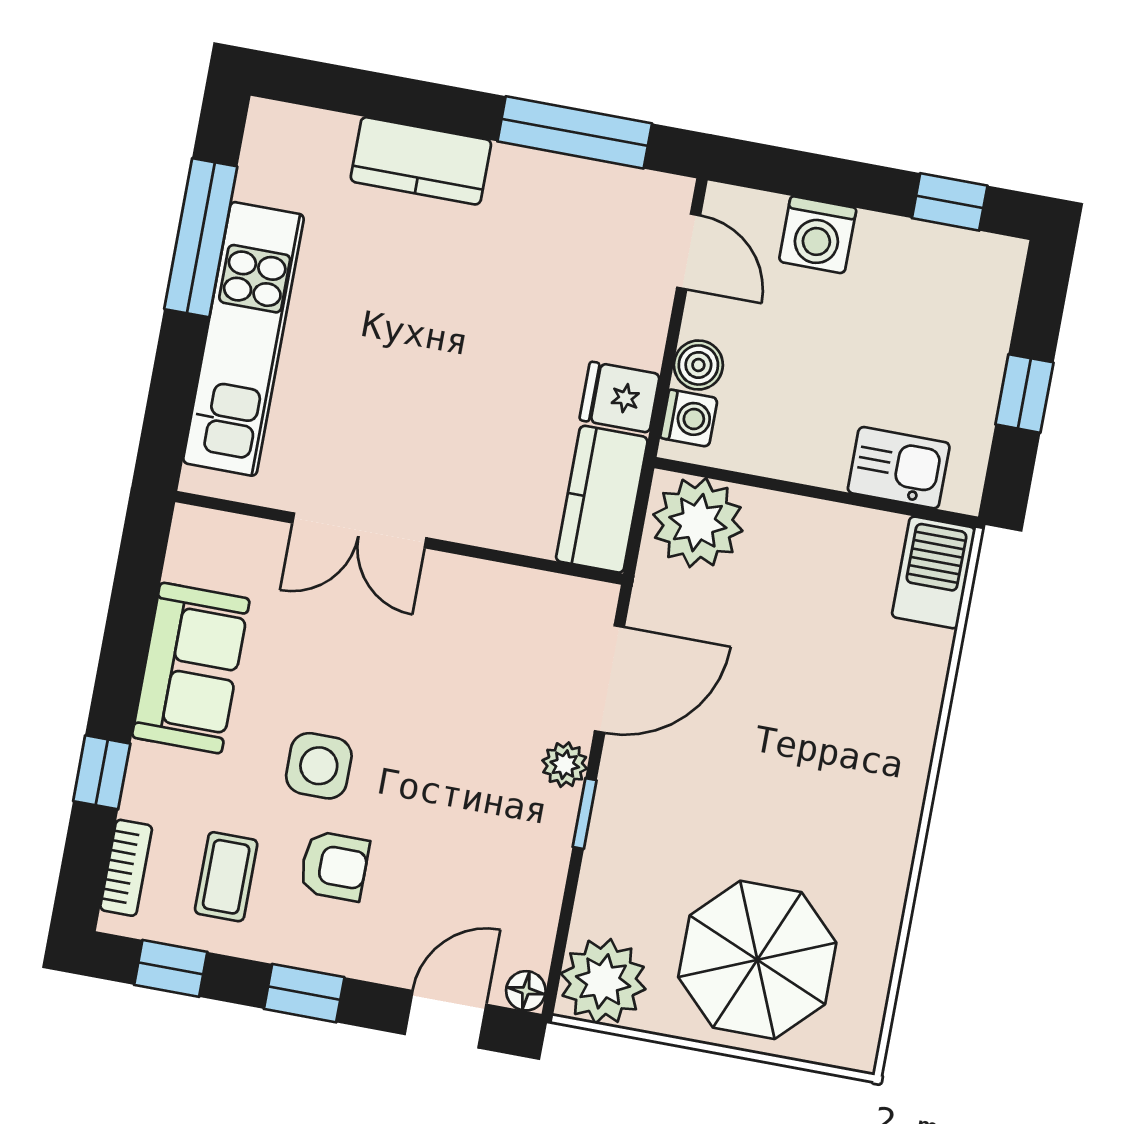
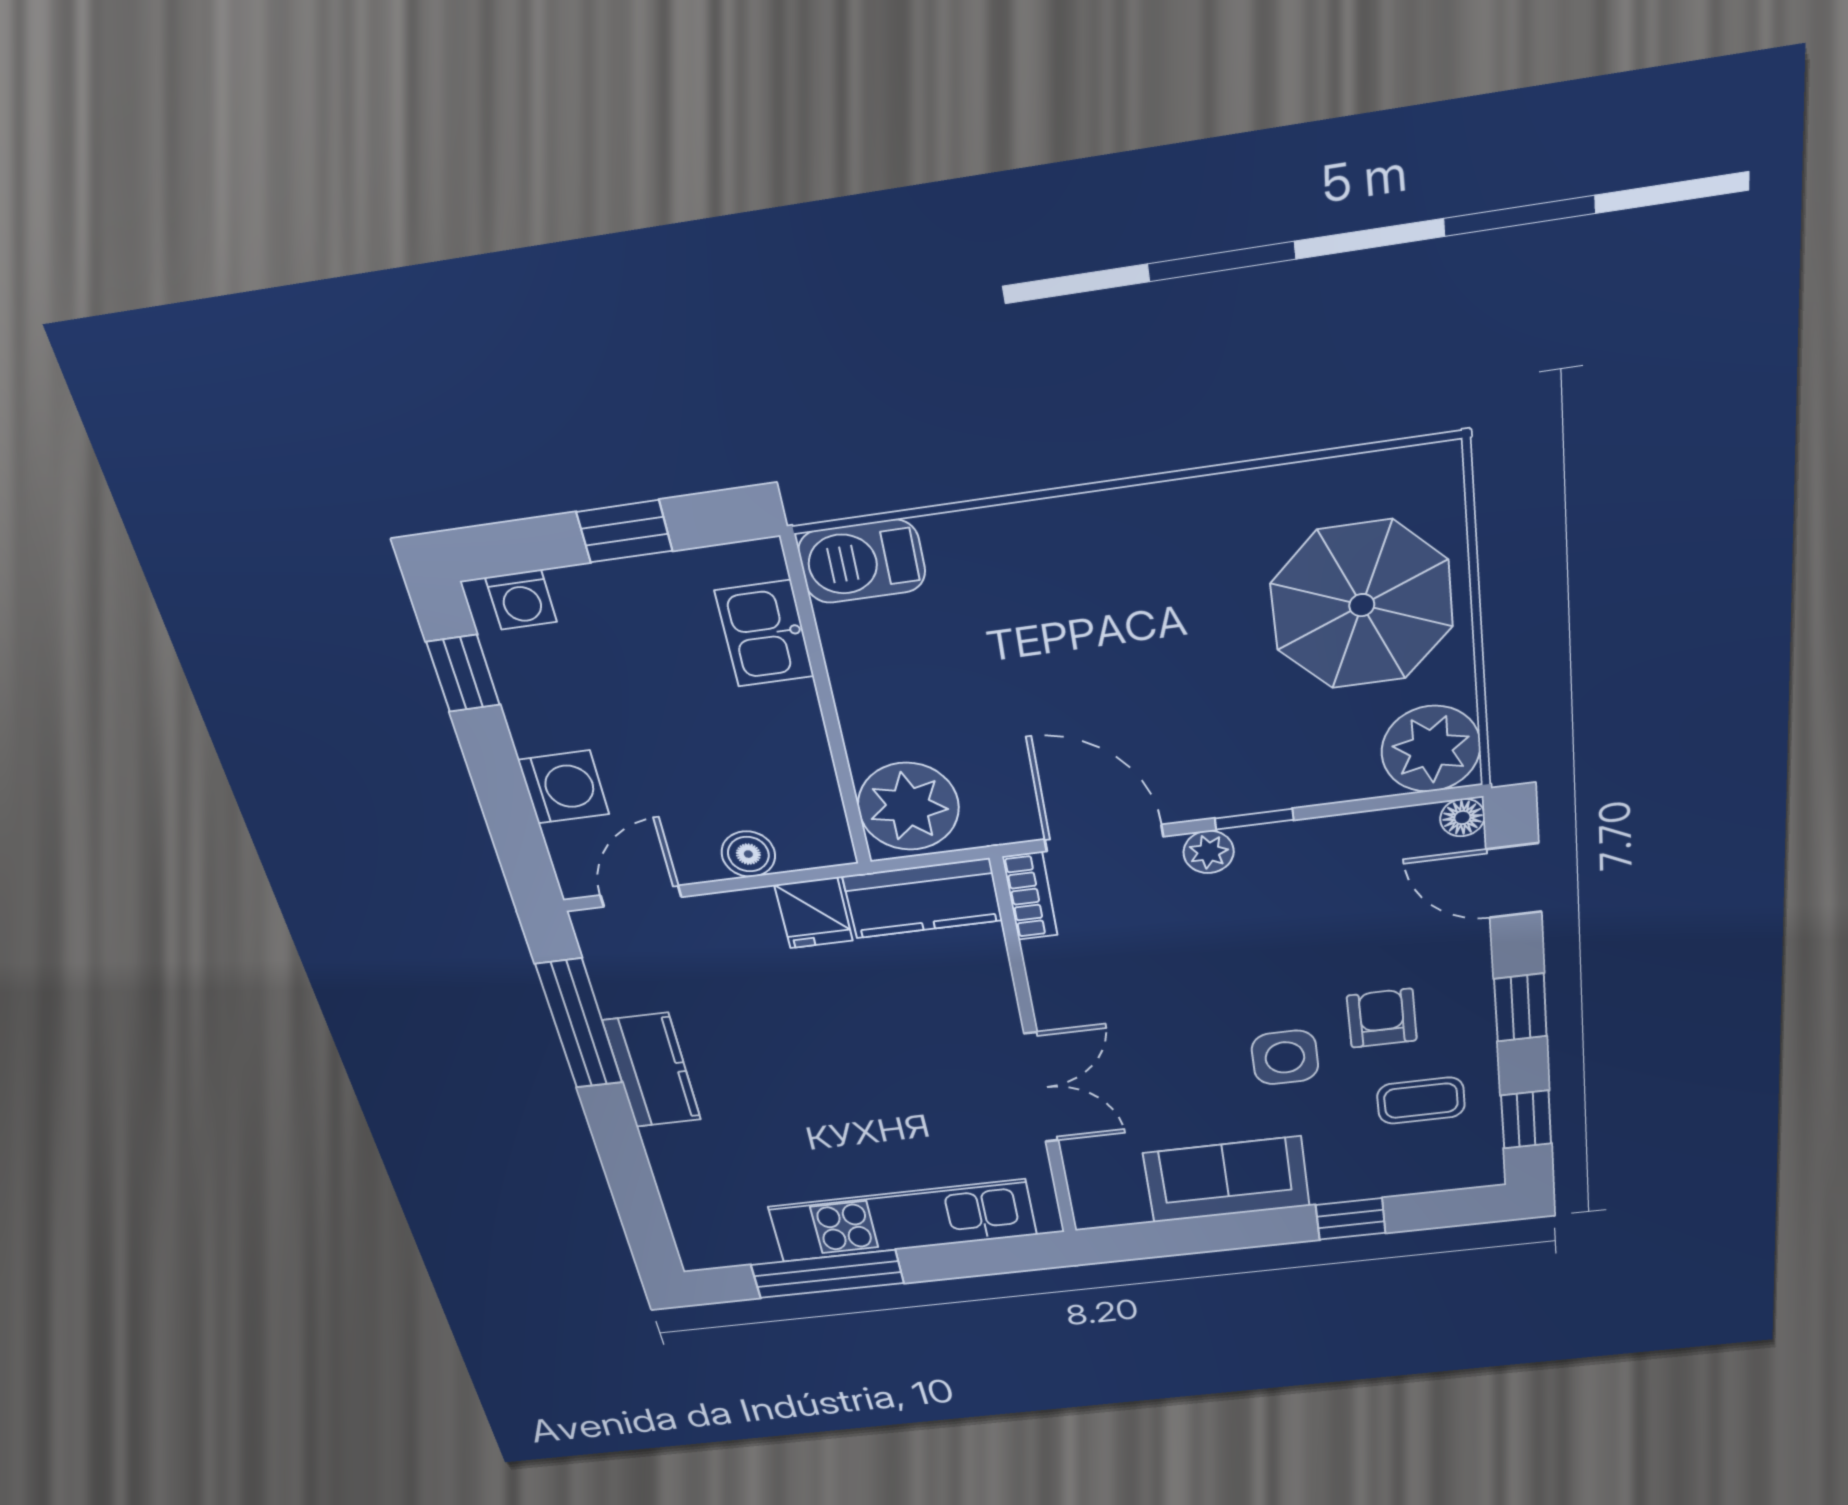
kitchen counter: (421, 161) -> (652, 1070), moved
washing machine: (689, 418) -> (521, 600), moved, turned 180
bookcase: (126, 868) -> (1030, 896), moved, turned 90

